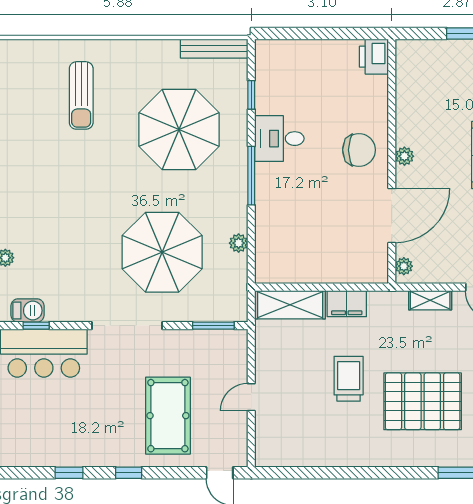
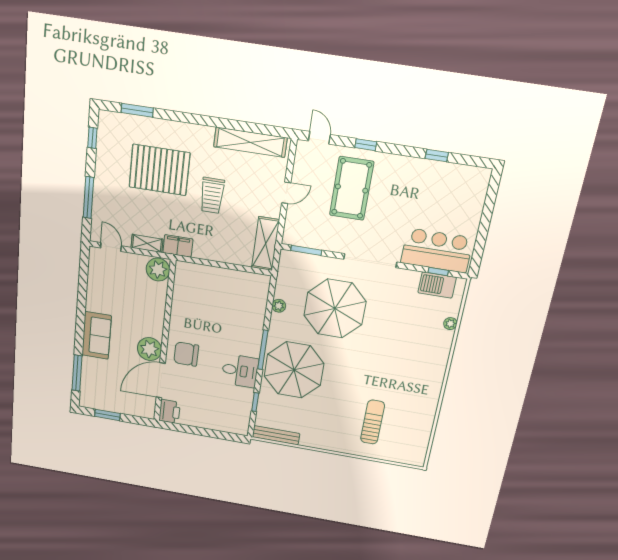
parasol: (179, 129) -> (294, 370), moved
plant: (404, 156) -> (149, 349), width x1.88, depth x1.88
door: (392, 215) -> (161, 380), moved
plant: (404, 266) -> (158, 270), width x1.88, depth x1.88
filing cabinet: (347, 304) -> (178, 246), moved
shelving: (290, 305) -> (266, 244), moved, turned 90
barbecue: (27, 311) -> (437, 285), width x1.38, depth x1.27
shelving: (307, 454) -> (250, 142), added
window: (129, 473) -> (366, 145), moved

